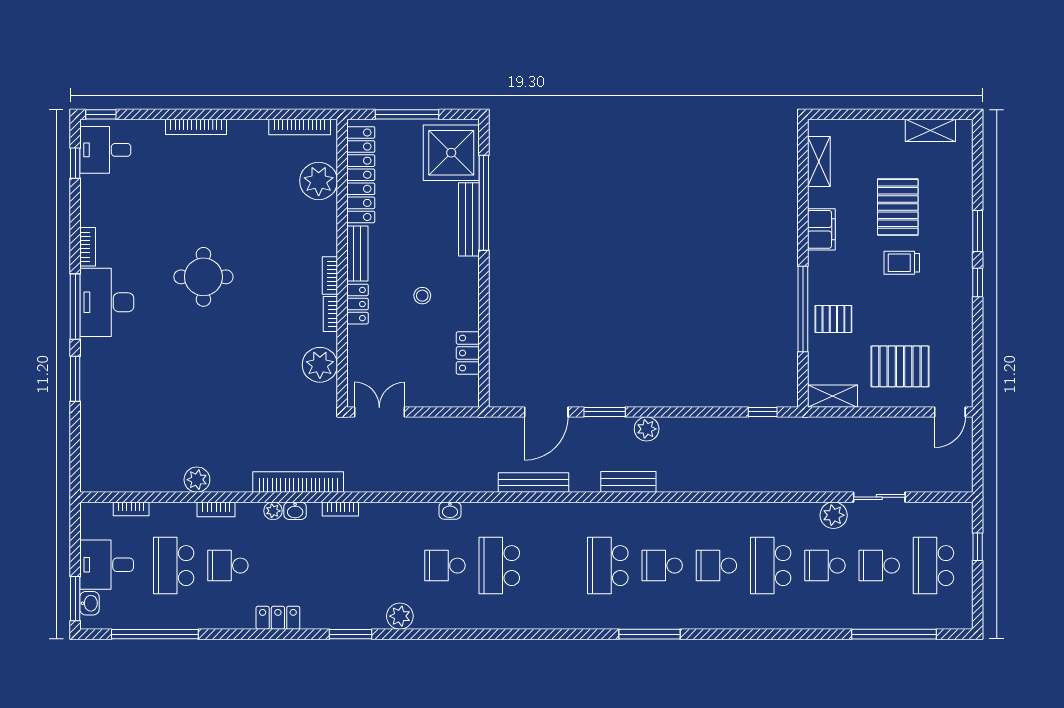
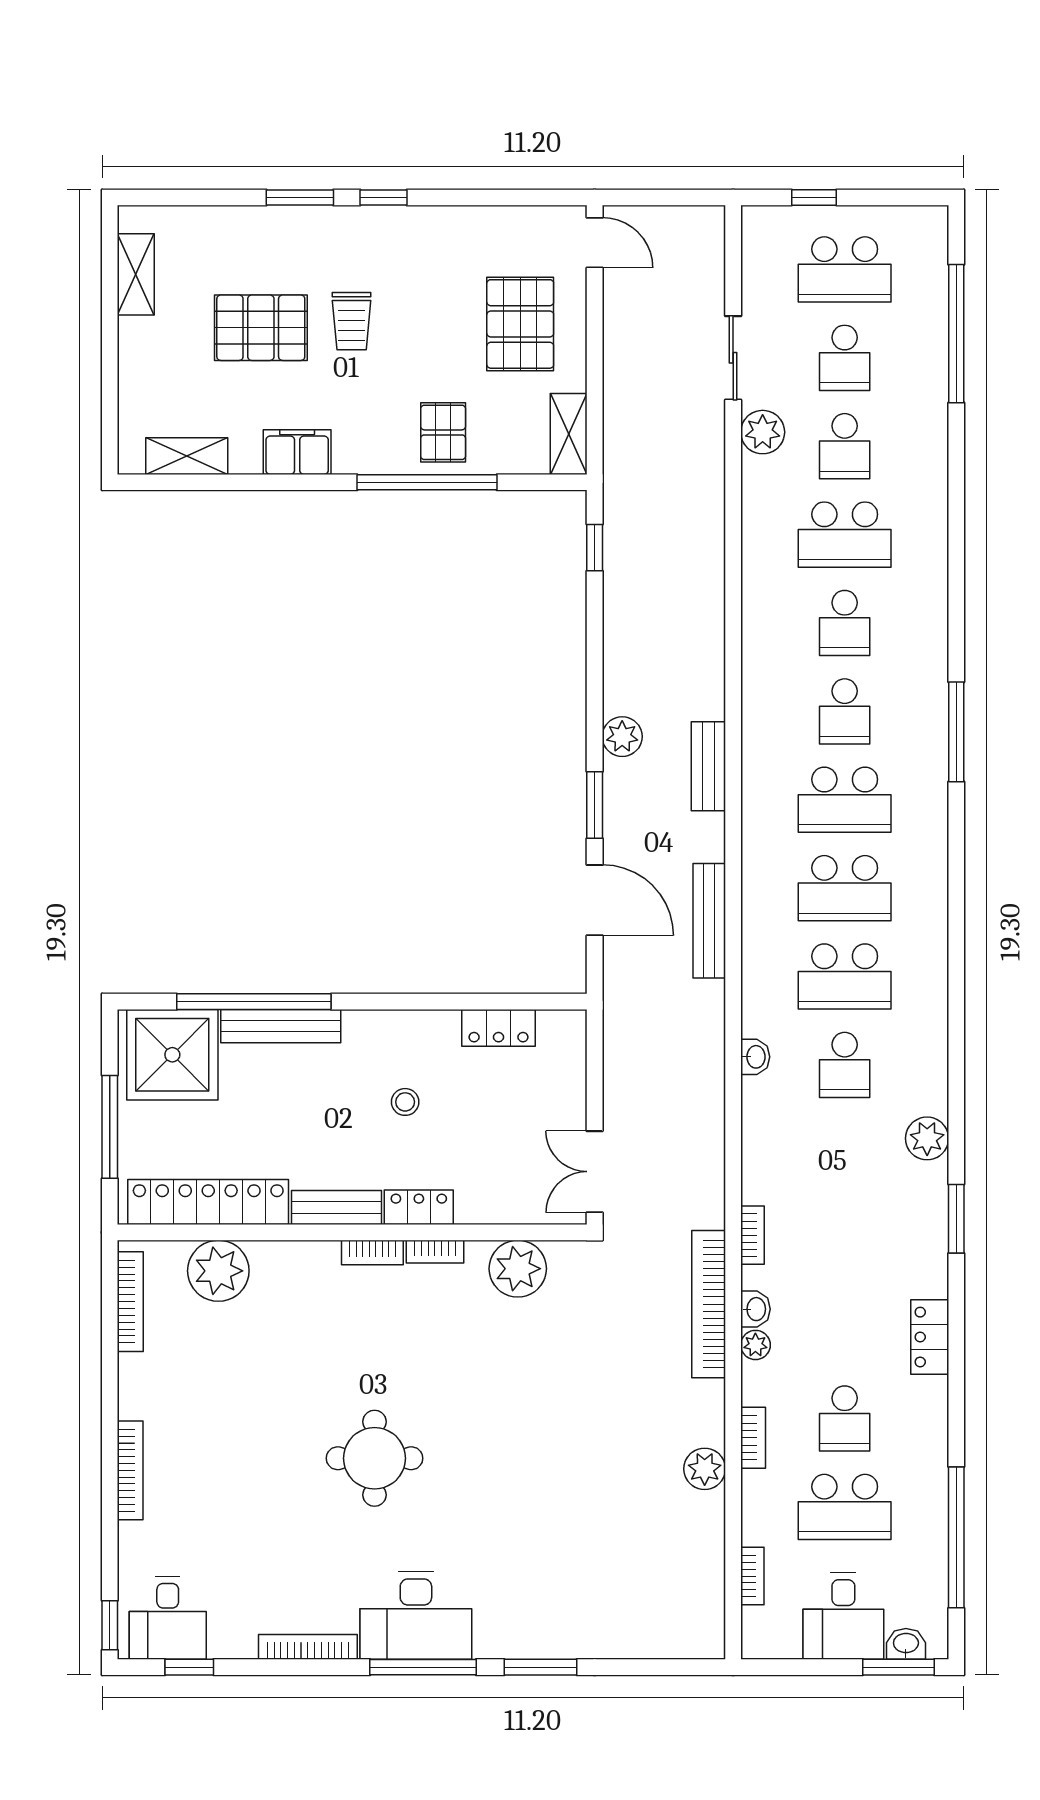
bookcase: (88, 247) -> (308, 1647), width x1.56
school desk: (554, 566) -> (845, 888), added

